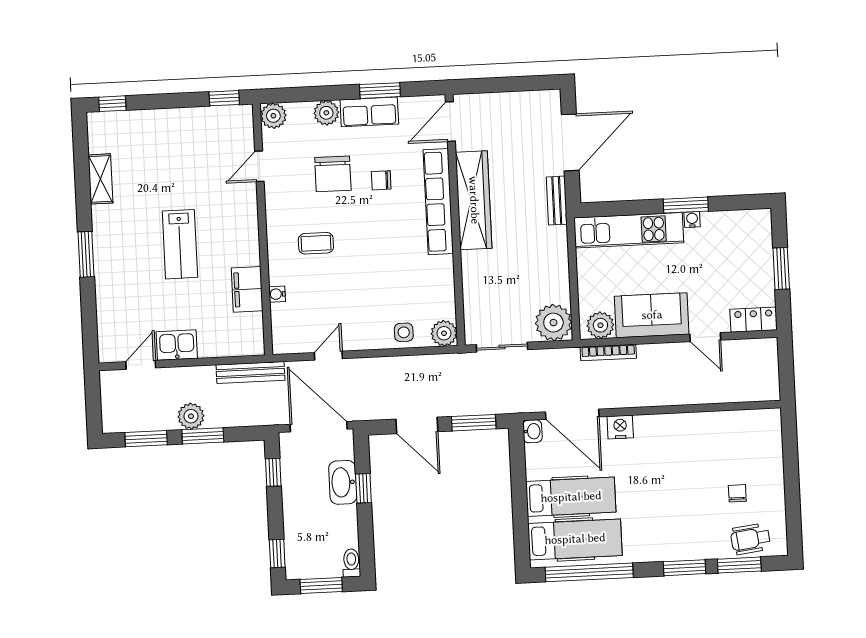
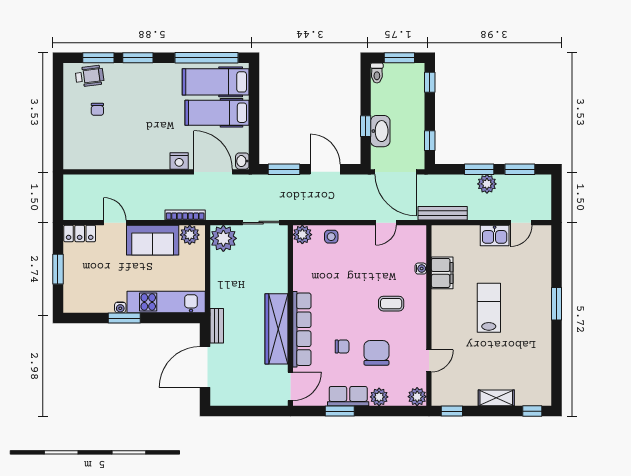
shelving: (101, 179) -> (496, 398), moved, turned 90

